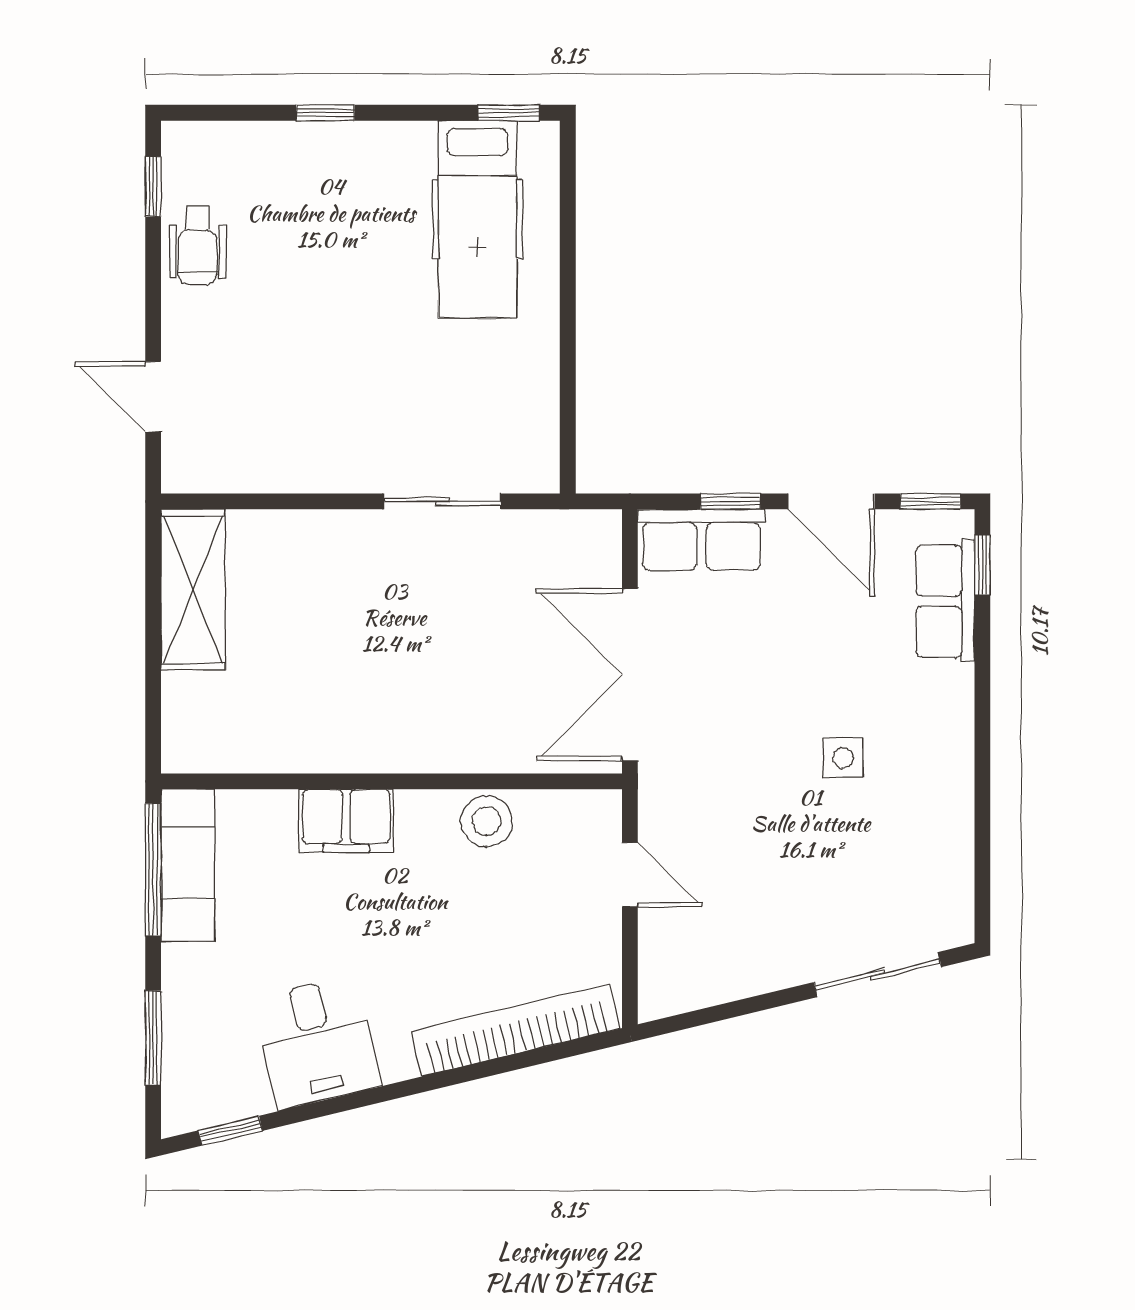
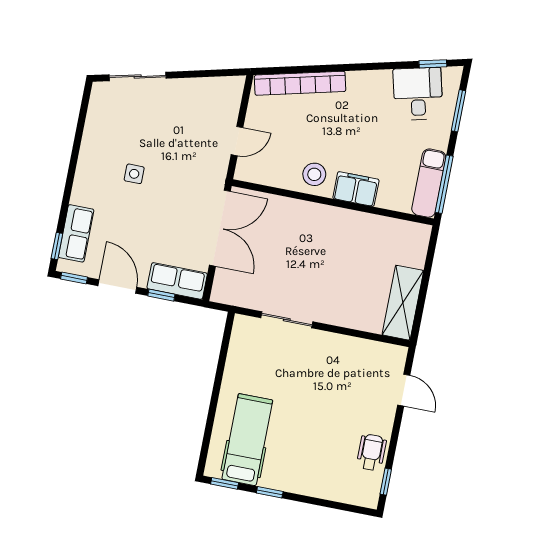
window: (325, 113) -> (270, 492), moved
stool: (487, 821) -> (314, 174), moved
door: (630, 875) -> (237, 141), swing flipped
desk: (317, 1042) -> (418, 94), moved

